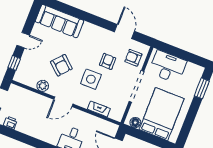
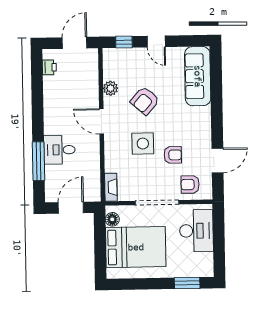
armchair: (133, 58) -> (190, 184), turned -90
fireplace: (99, 109) -> (111, 187), moved

